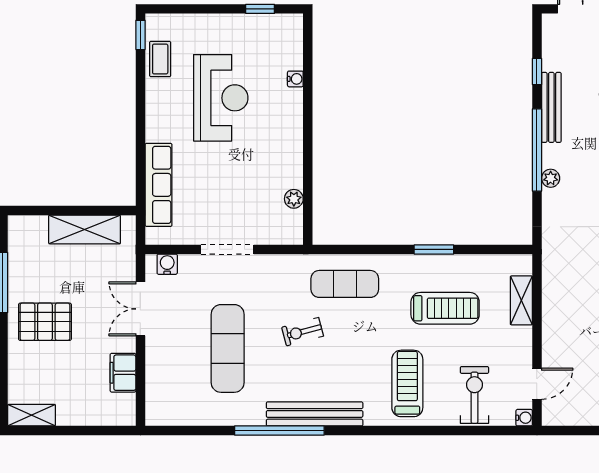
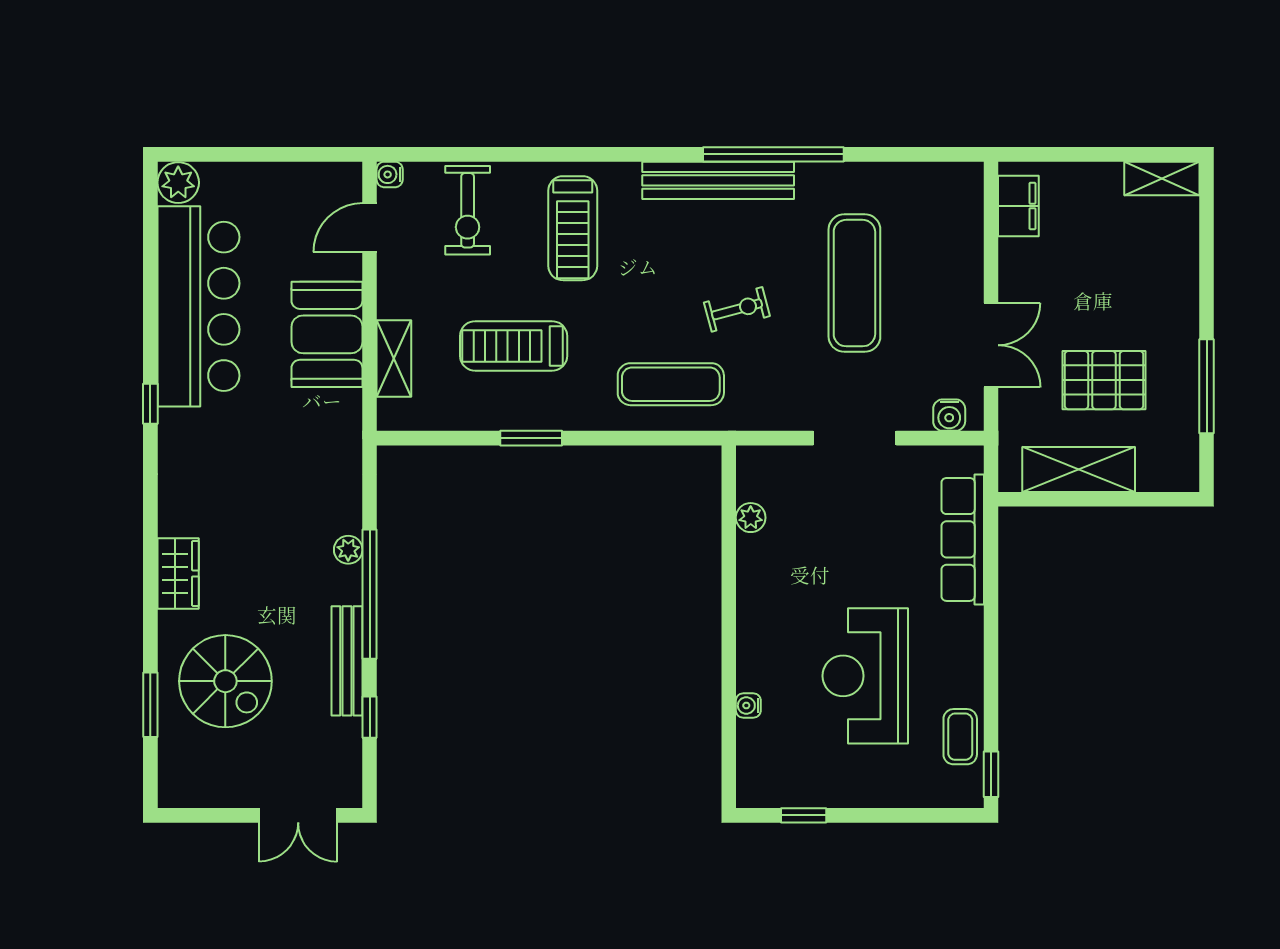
booth: (564, 316) -> (327, 334), added
pallet: (45, 322) -> (1104, 380), moved
filing cabinet: (123, 373) -> (1018, 206), moved

